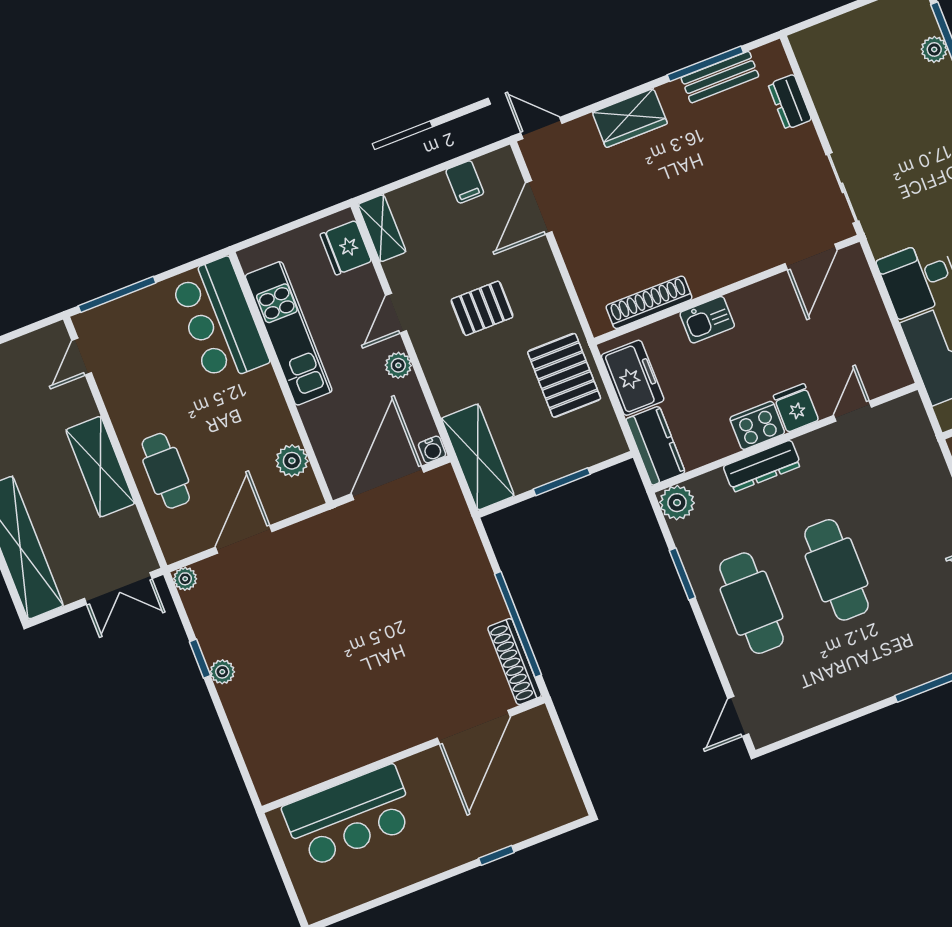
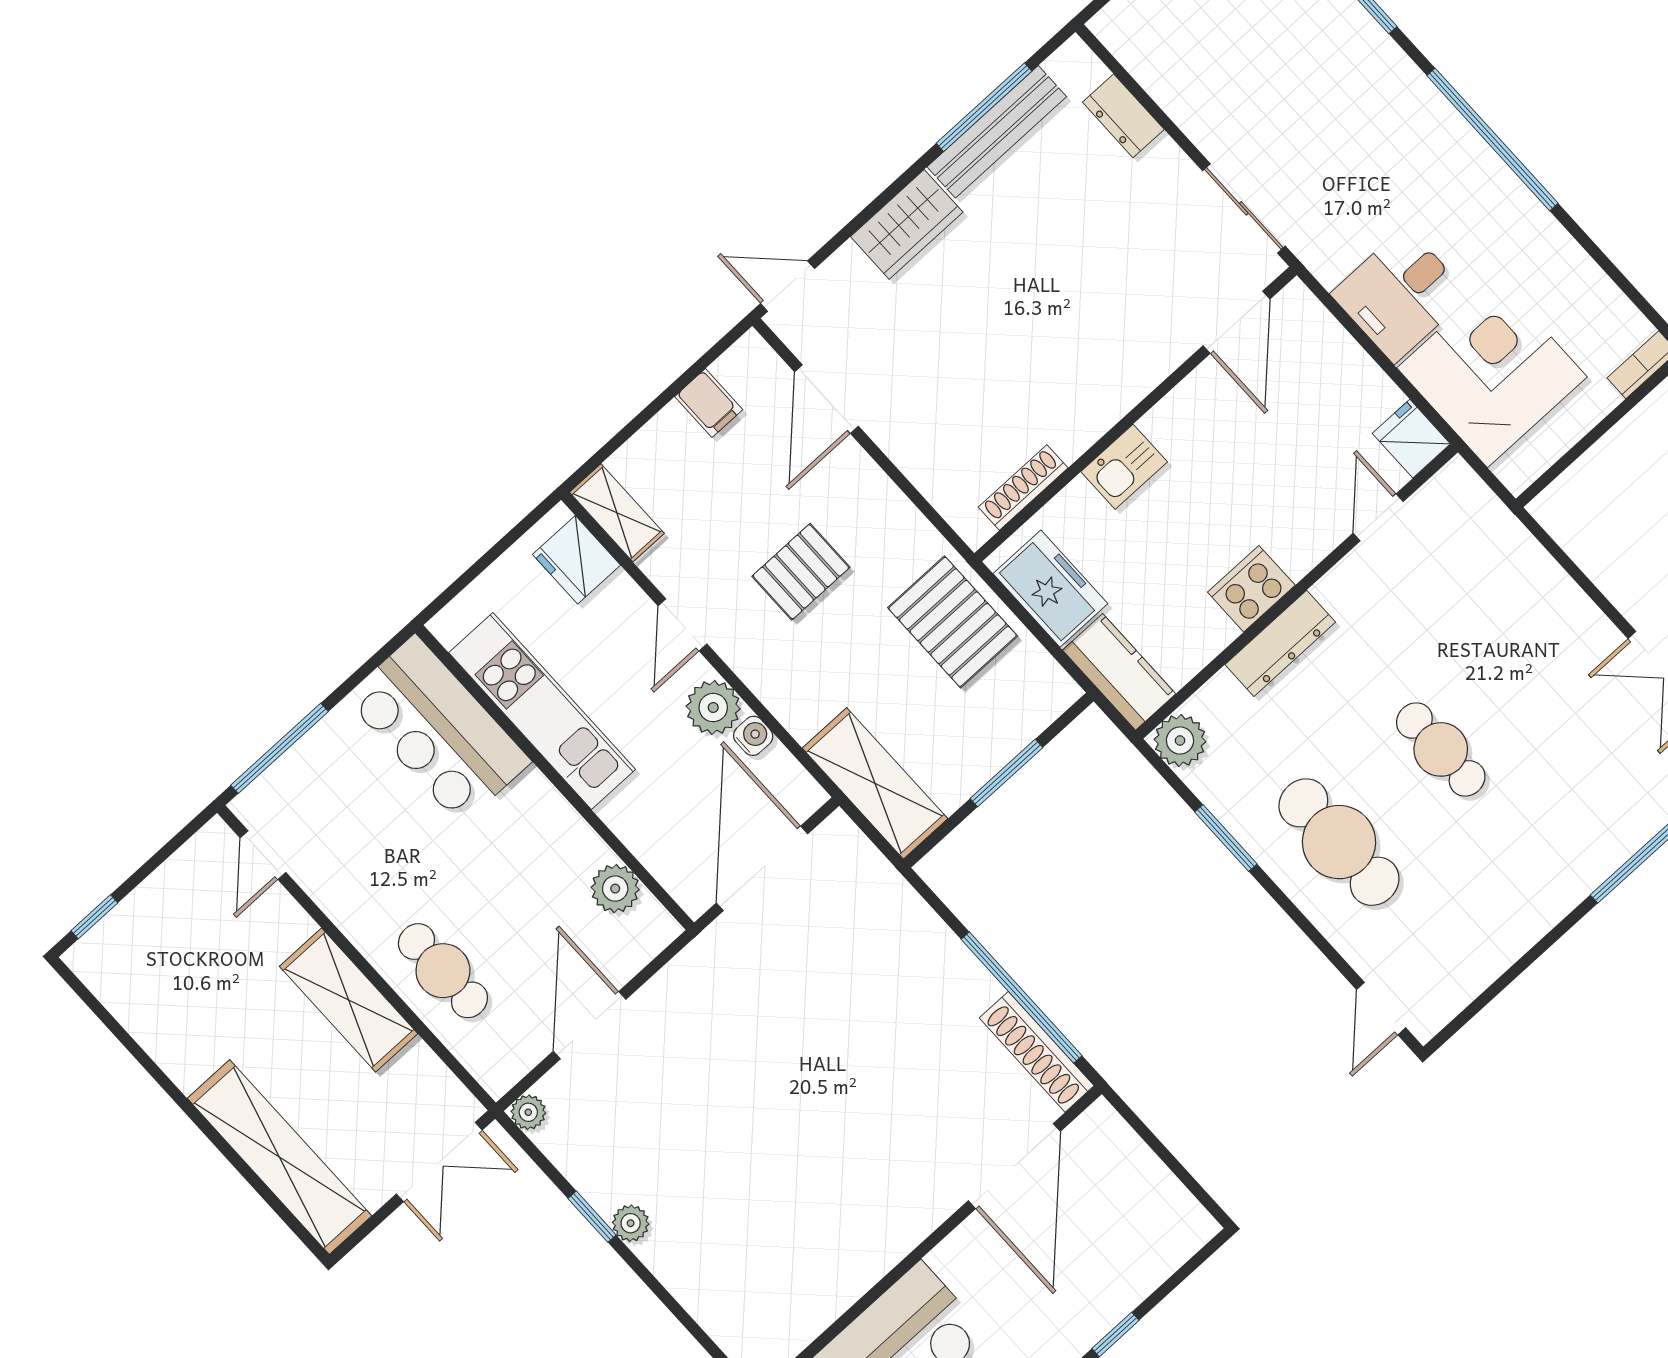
bench: (720, 77) -> (997, 132), width x1.36
shoe rack: (649, 302) -> (1023, 487), width x0.74, depth x0.81
plant: (398, 365) -> (713, 708), width x1.38, depth x1.38
fridge: (796, 408) -> (1411, 439), moved
water cooler: (432, 450) -> (753, 736), moved, turned -90
cafe table: (836, 570) -> (1441, 749), width x0.73, depth x0.74

